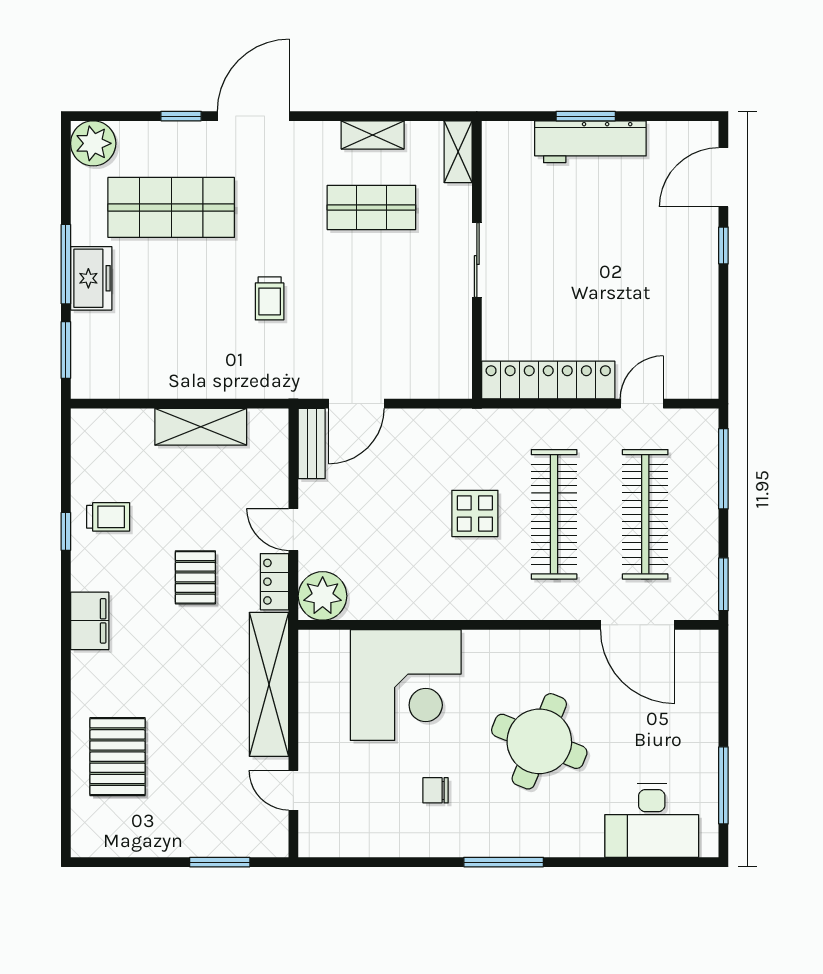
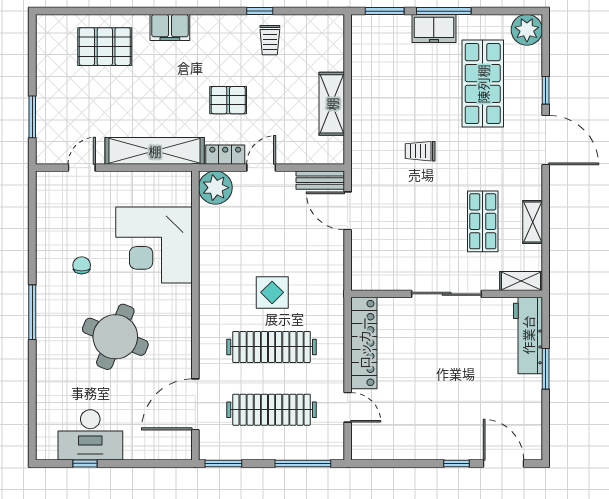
workbench: (590, 142) -> (528, 335), moved
sliding door: (477, 260) -> (447, 294), width x1.37
filing cabinet: (90, 621) -> (170, 27), moved
window: (723, 785) -> (85, 463), width x0.46
desk: (652, 821) -> (90, 435), moved, turned -90

